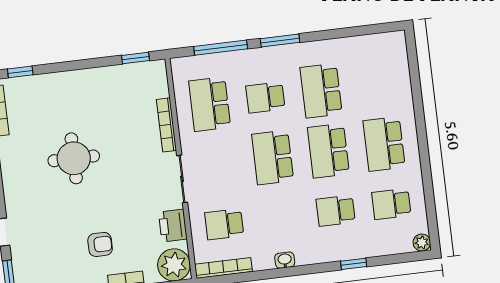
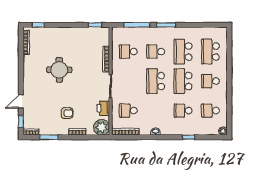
school desk: (377, 84) -> (210, 52), added
school desk: (210, 104) -> (128, 52), width x0.54
school desk: (384, 144) -> (210, 81), width x0.54

